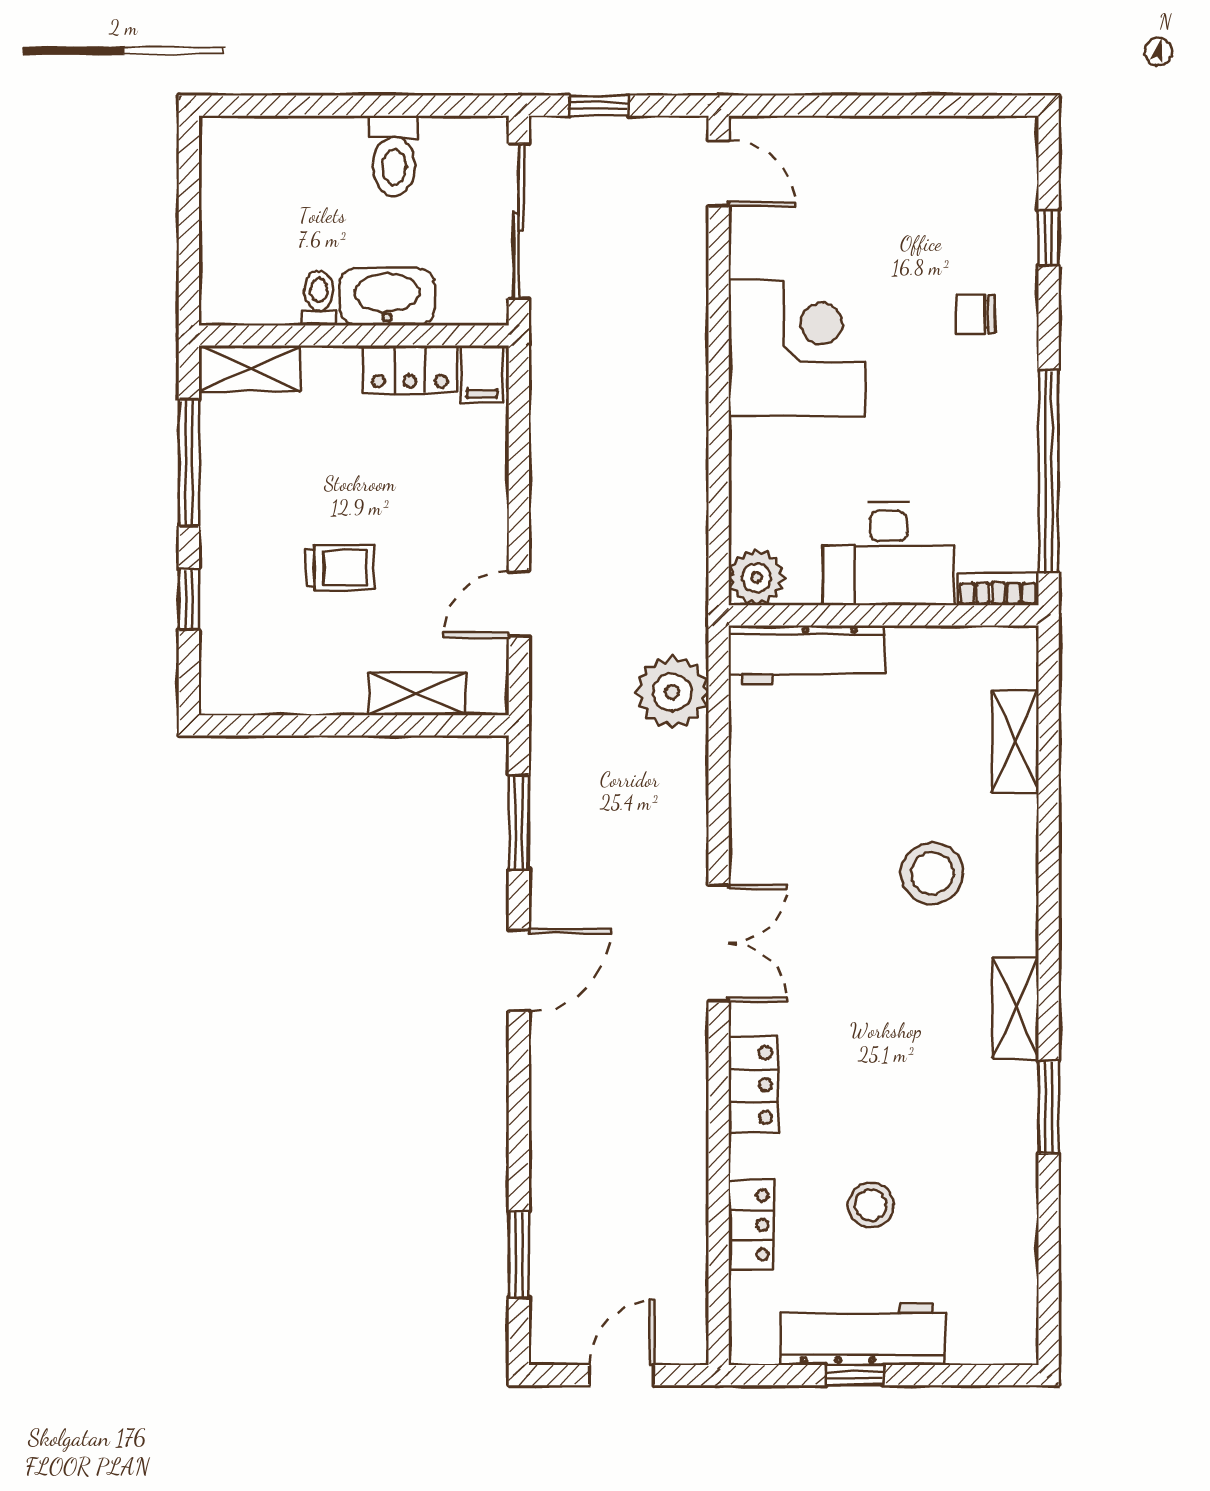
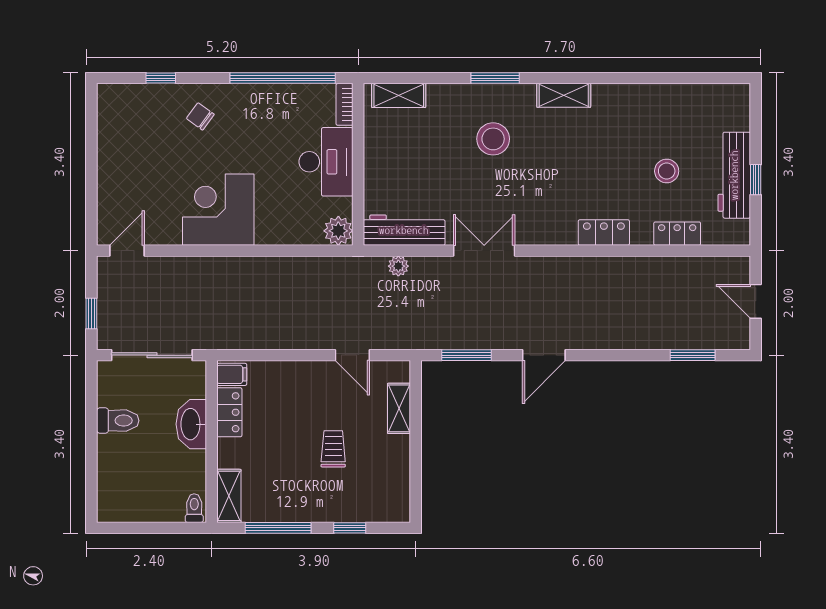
toilet: (319, 298) -> (194, 508), moved, turned 90
chair: (975, 314) -> (200, 116), turned 126
workbench: (807, 655) -> (404, 230), moved, turned -90
plant: (672, 692) -> (398, 266), width x0.53, depth x0.53
shelving: (1015, 741) -> (399, 95), moved
double door: (719, 943) -> (484, 251), moved
door: (519, 970) -> (544, 355), swing flipped
window: (1049, 1107) -> (495, 78), moved

